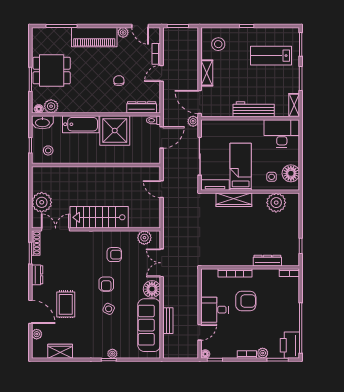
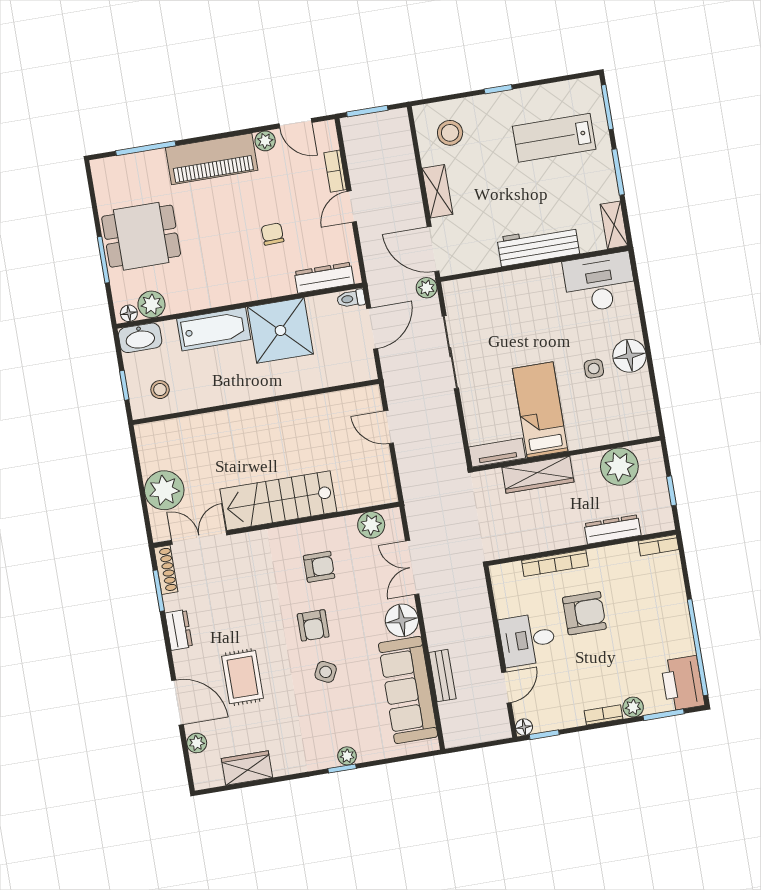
bed: (241, 167) -> (540, 410), moved
tv unit: (215, 185) -> (497, 453), moved
wall: (250, 192) -> (566, 454), moved
wardrobe: (234, 200) -> (538, 475), moved
plant: (276, 203) -> (619, 467), moved

